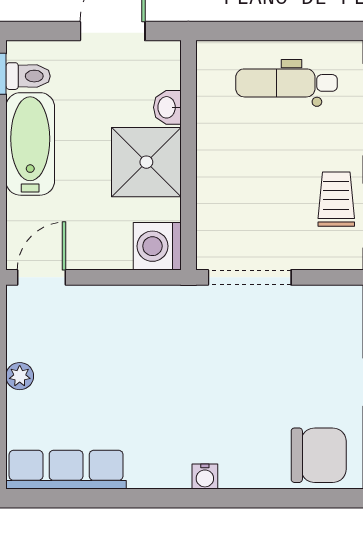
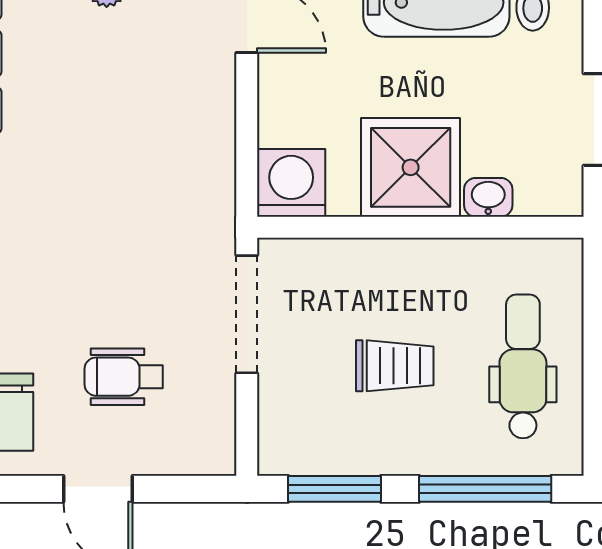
trolley: (336, 199) -> (395, 366), moved
wheelchair: (294, 364) -> (124, 377), added

